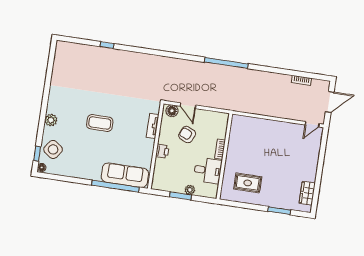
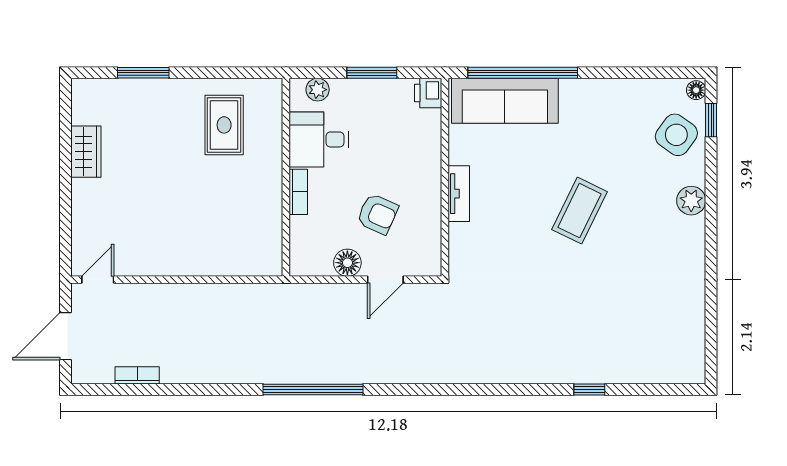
door: (188, 106) -> (385, 280), swing flipped
floor lamp: (172, 111) -> (347, 263), moved
coffee table: (100, 123) -> (579, 211), turned -64
tv unit: (153, 126) -> (459, 194), moved
printer: (162, 151) -> (428, 93), moved
rug: (248, 183) -> (224, 125), turned 90
plant: (190, 190) -> (318, 90), moved
wardrobe: (307, 193) -> (86, 152), moved

